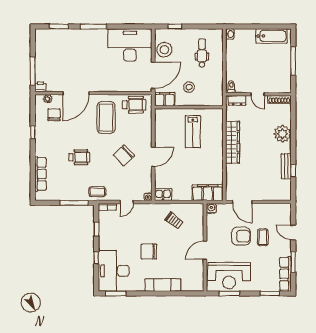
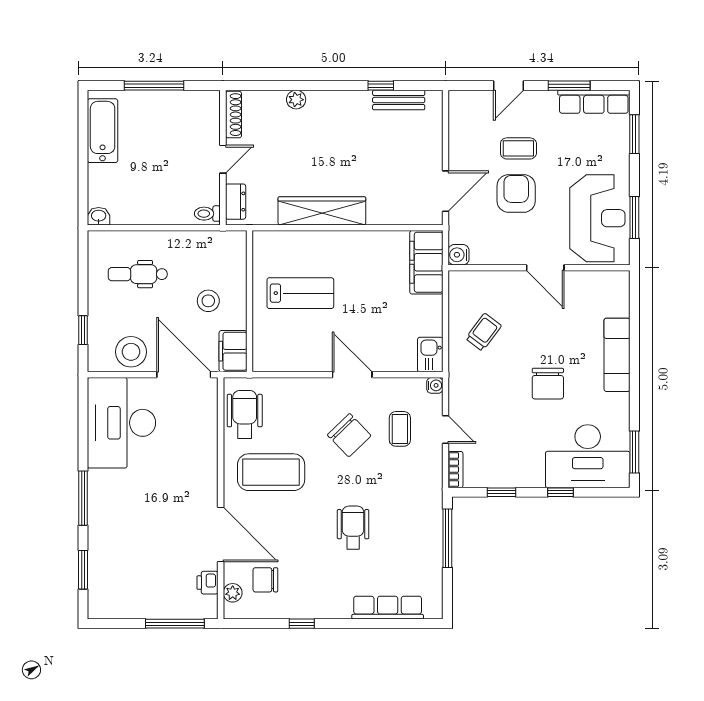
printer: (40, 87) -> (208, 583), moved
plant: (282, 134) -> (296, 100), width x0.53, depth x0.53
bench: (286, 166) -> (399, 100), moved
coffee table: (97, 192) -> (400, 429), moved

